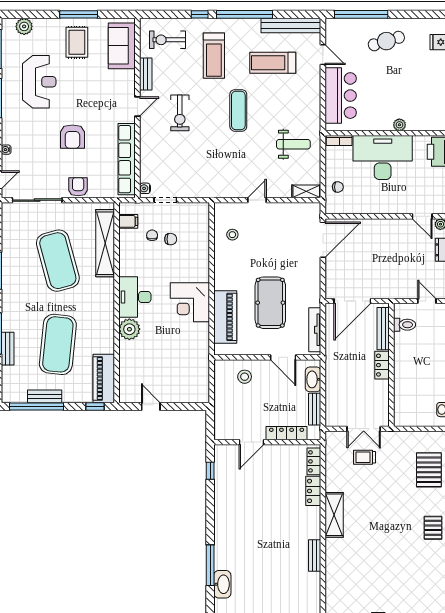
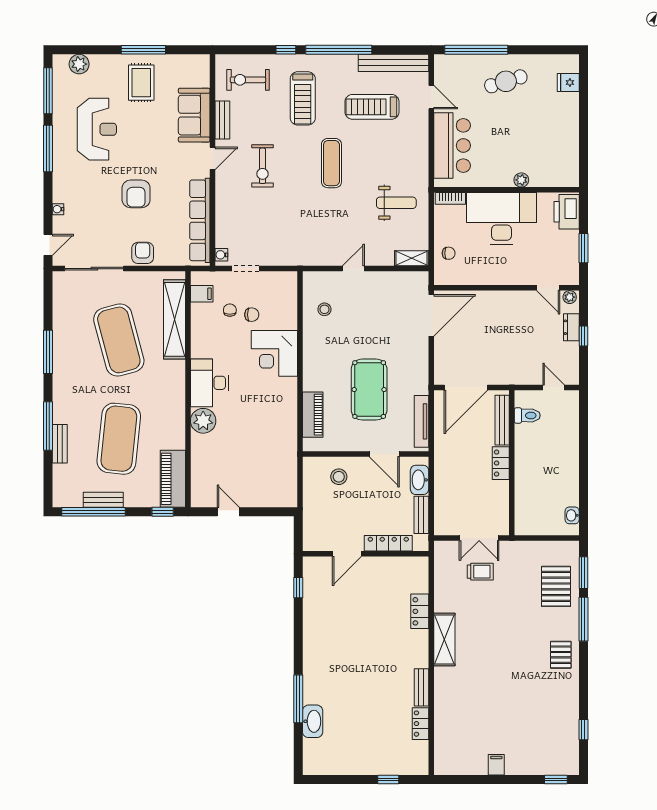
sofa: (122, 46) -> (194, 115), moved
corner desk: (190, 302) -> (274, 353), moved
piano: (225, 317) -> (313, 415), width x0.73, depth x0.75
trolley: (365, 457) -> (480, 572), turned 180
locker: (314, 461) -> (420, 724), moved

